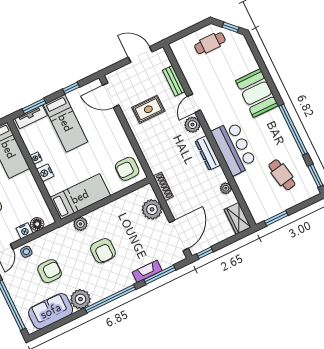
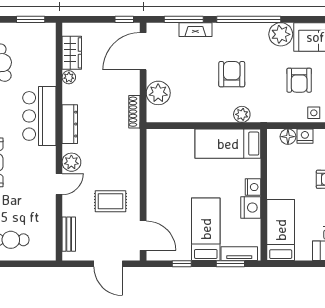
door: (140, 55) -> (108, 264), moved
bench: (174, 81) -> (69, 234), moved
nightstand: (36, 158) -> (251, 208), width x1.89, depth x1.79
armchair: (127, 169) -> (164, 149), removed
wardrobe: (238, 218) -> (72, 53), moved
armchair: (50, 271) -> (299, 80), turned -90

